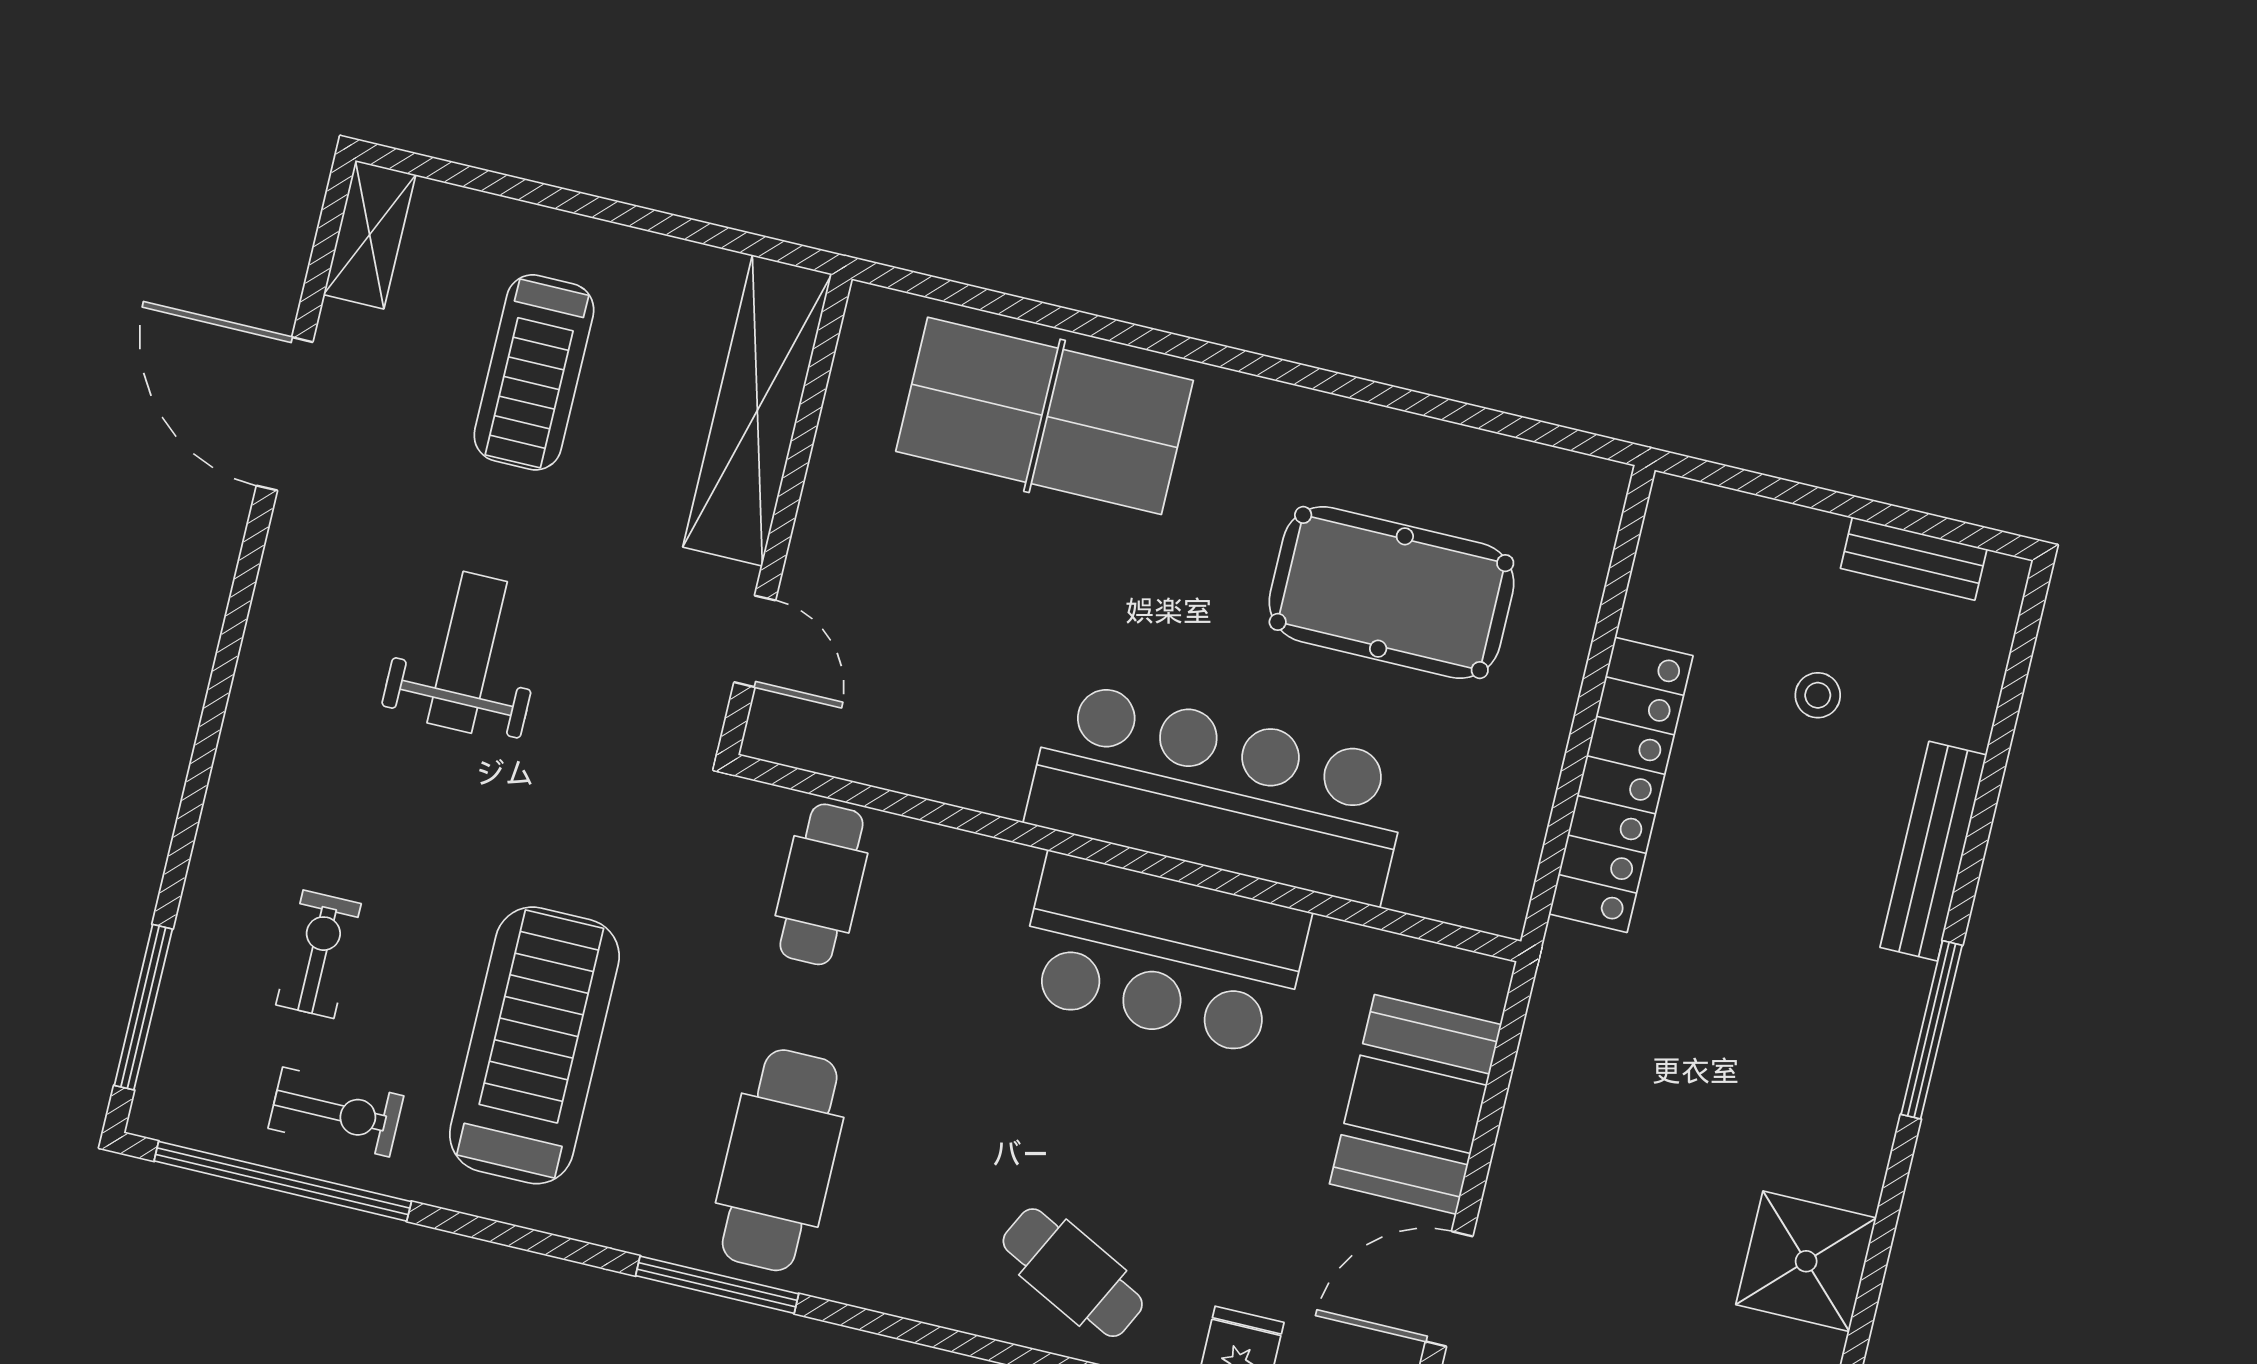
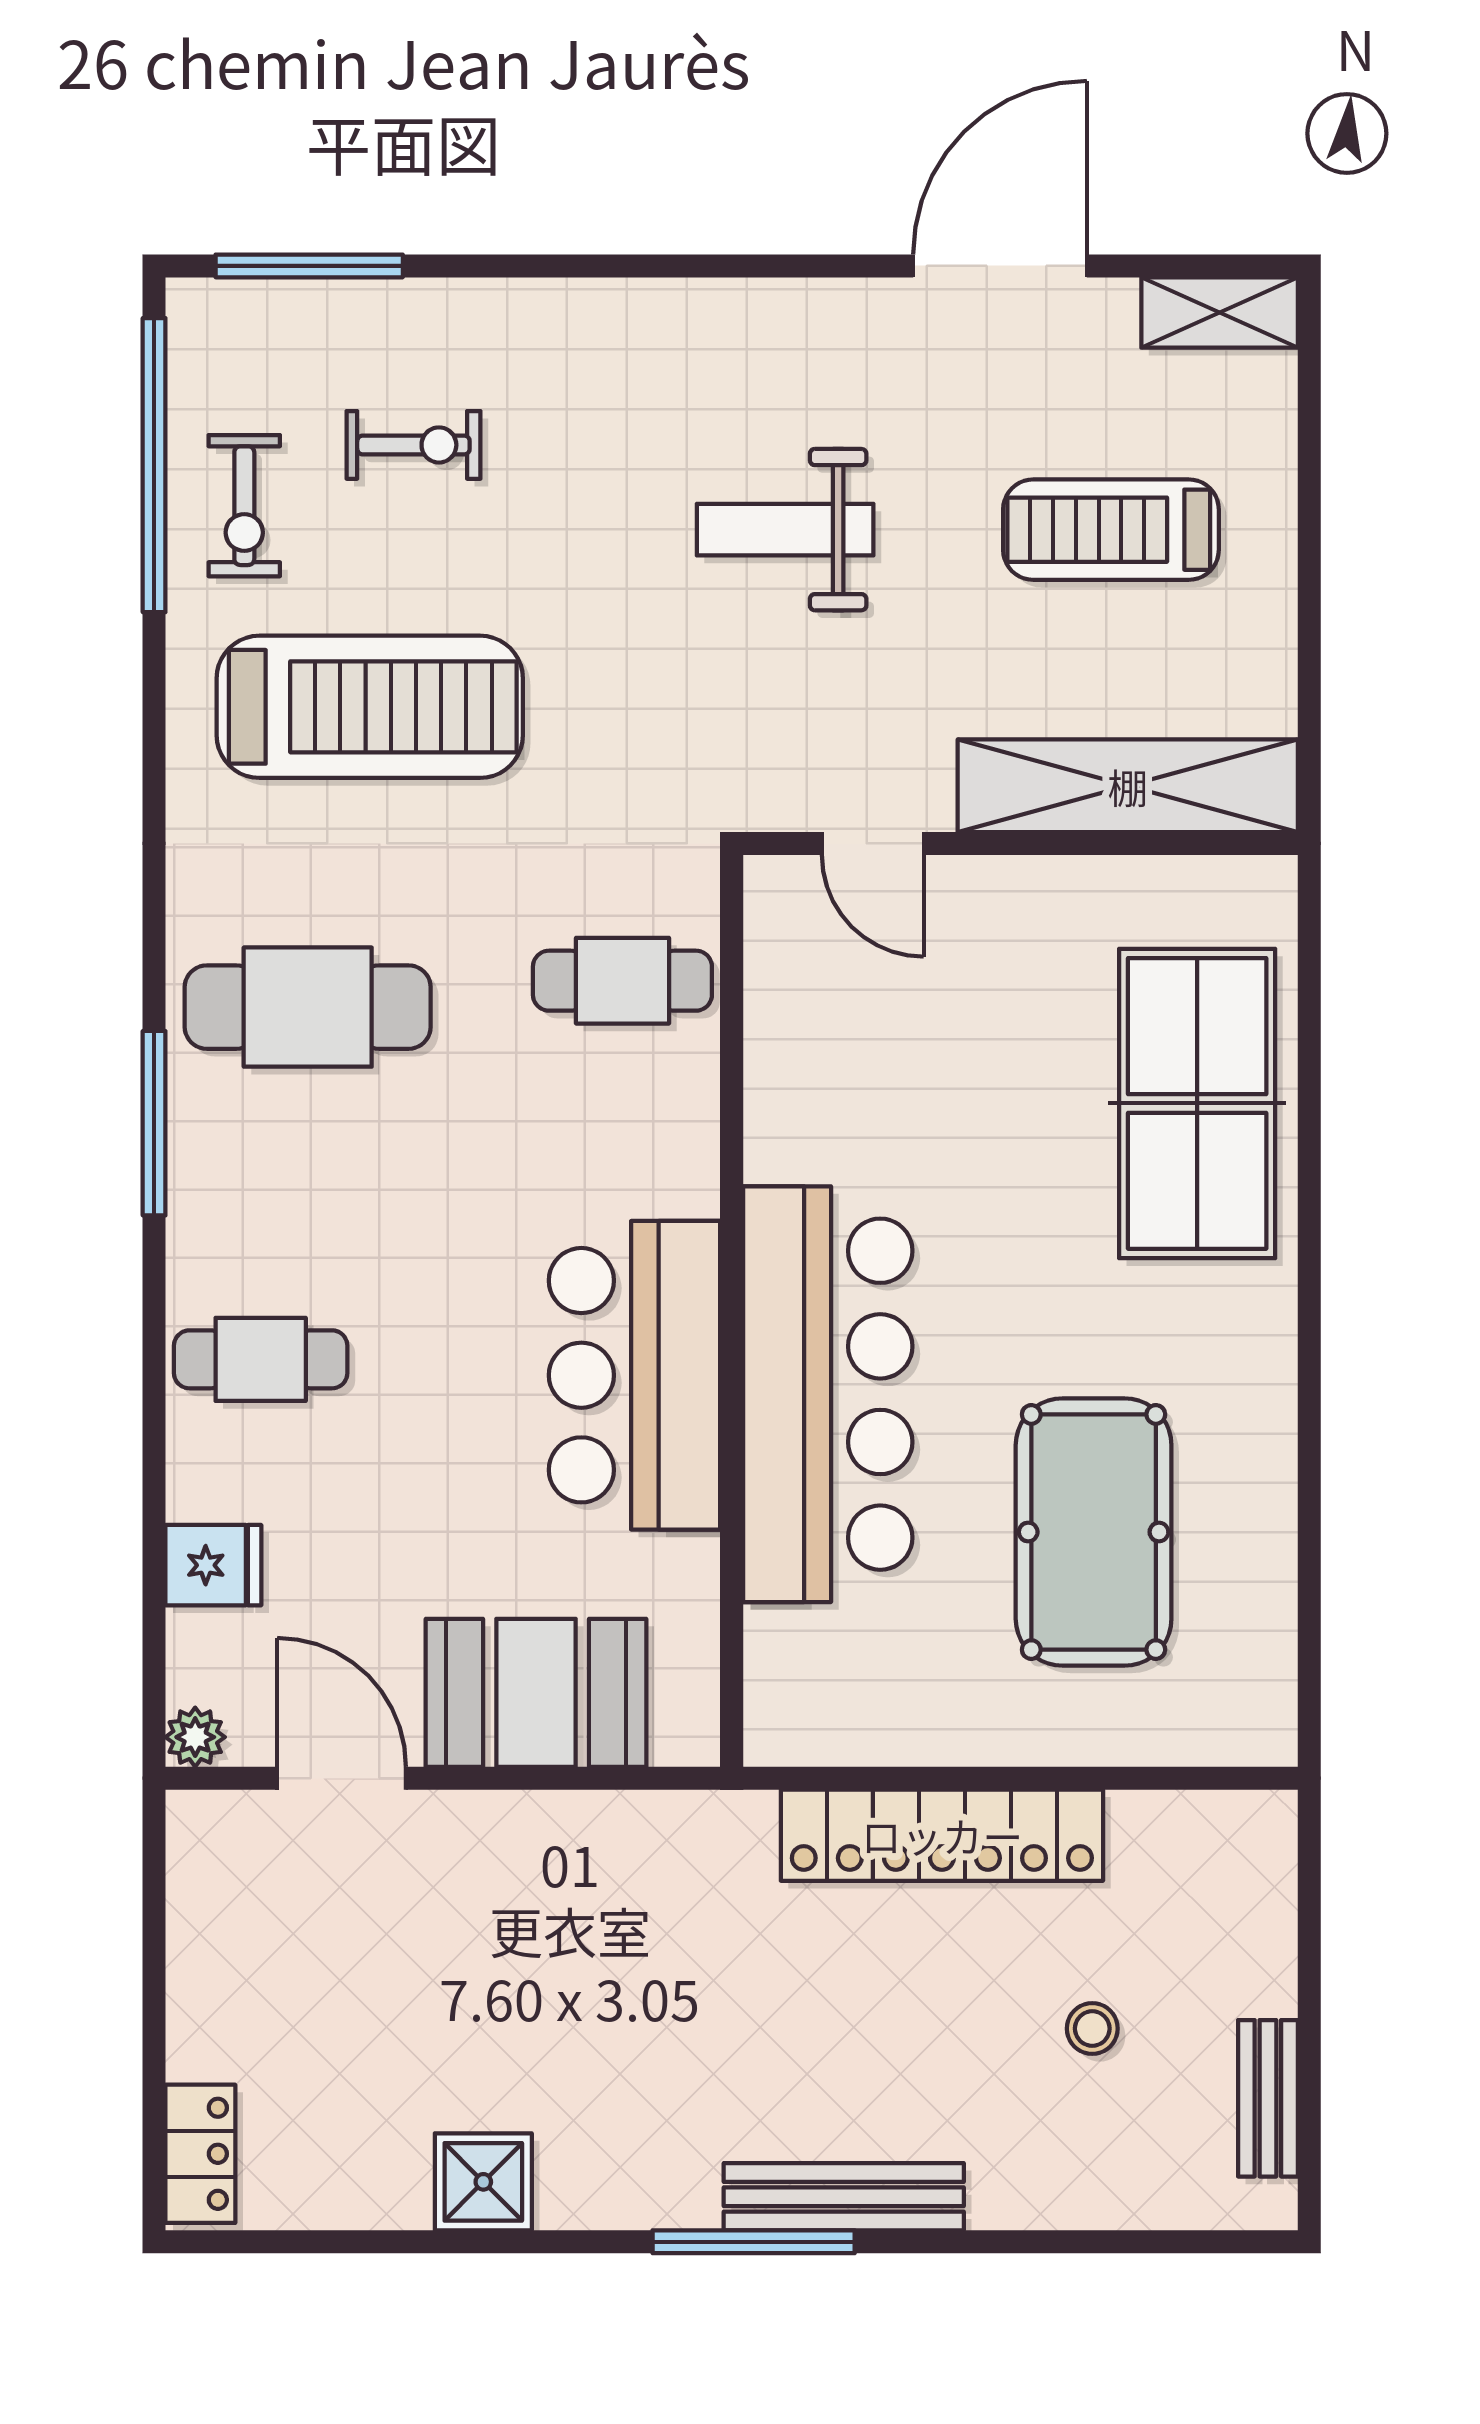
door: (755, 641) -> (873, 843), hinge flipped
weight bench: (467, 652) -> (785, 530), turned 180
bench: (1933, 851) -> (844, 2197), moved
shower: (1806, 1261) -> (483, 2182), width x0.73, depth x0.73
cafe table: (1073, 1273) -> (261, 1359), turned 63
window: (717, 1285) -> (154, 1123), moved

